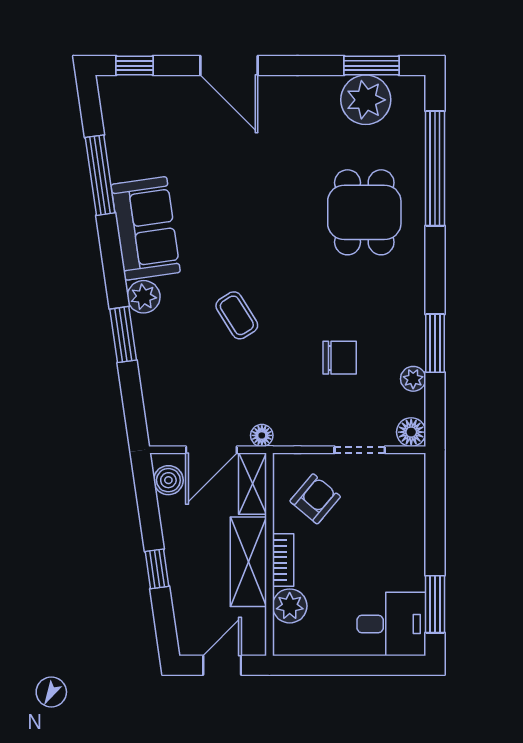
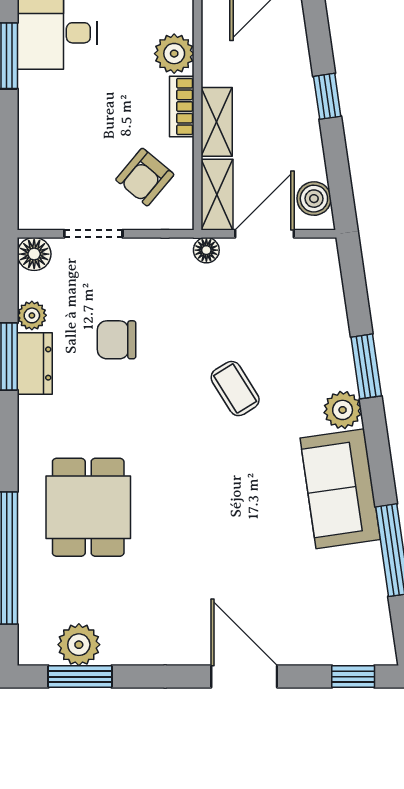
plant: (366, 100) -> (79, 645), width x0.73, depth x0.73
dresser: (411, 337) -> (35, 364), added
shelving: (248, 562) -> (217, 122), width x0.67, depth x0.75

